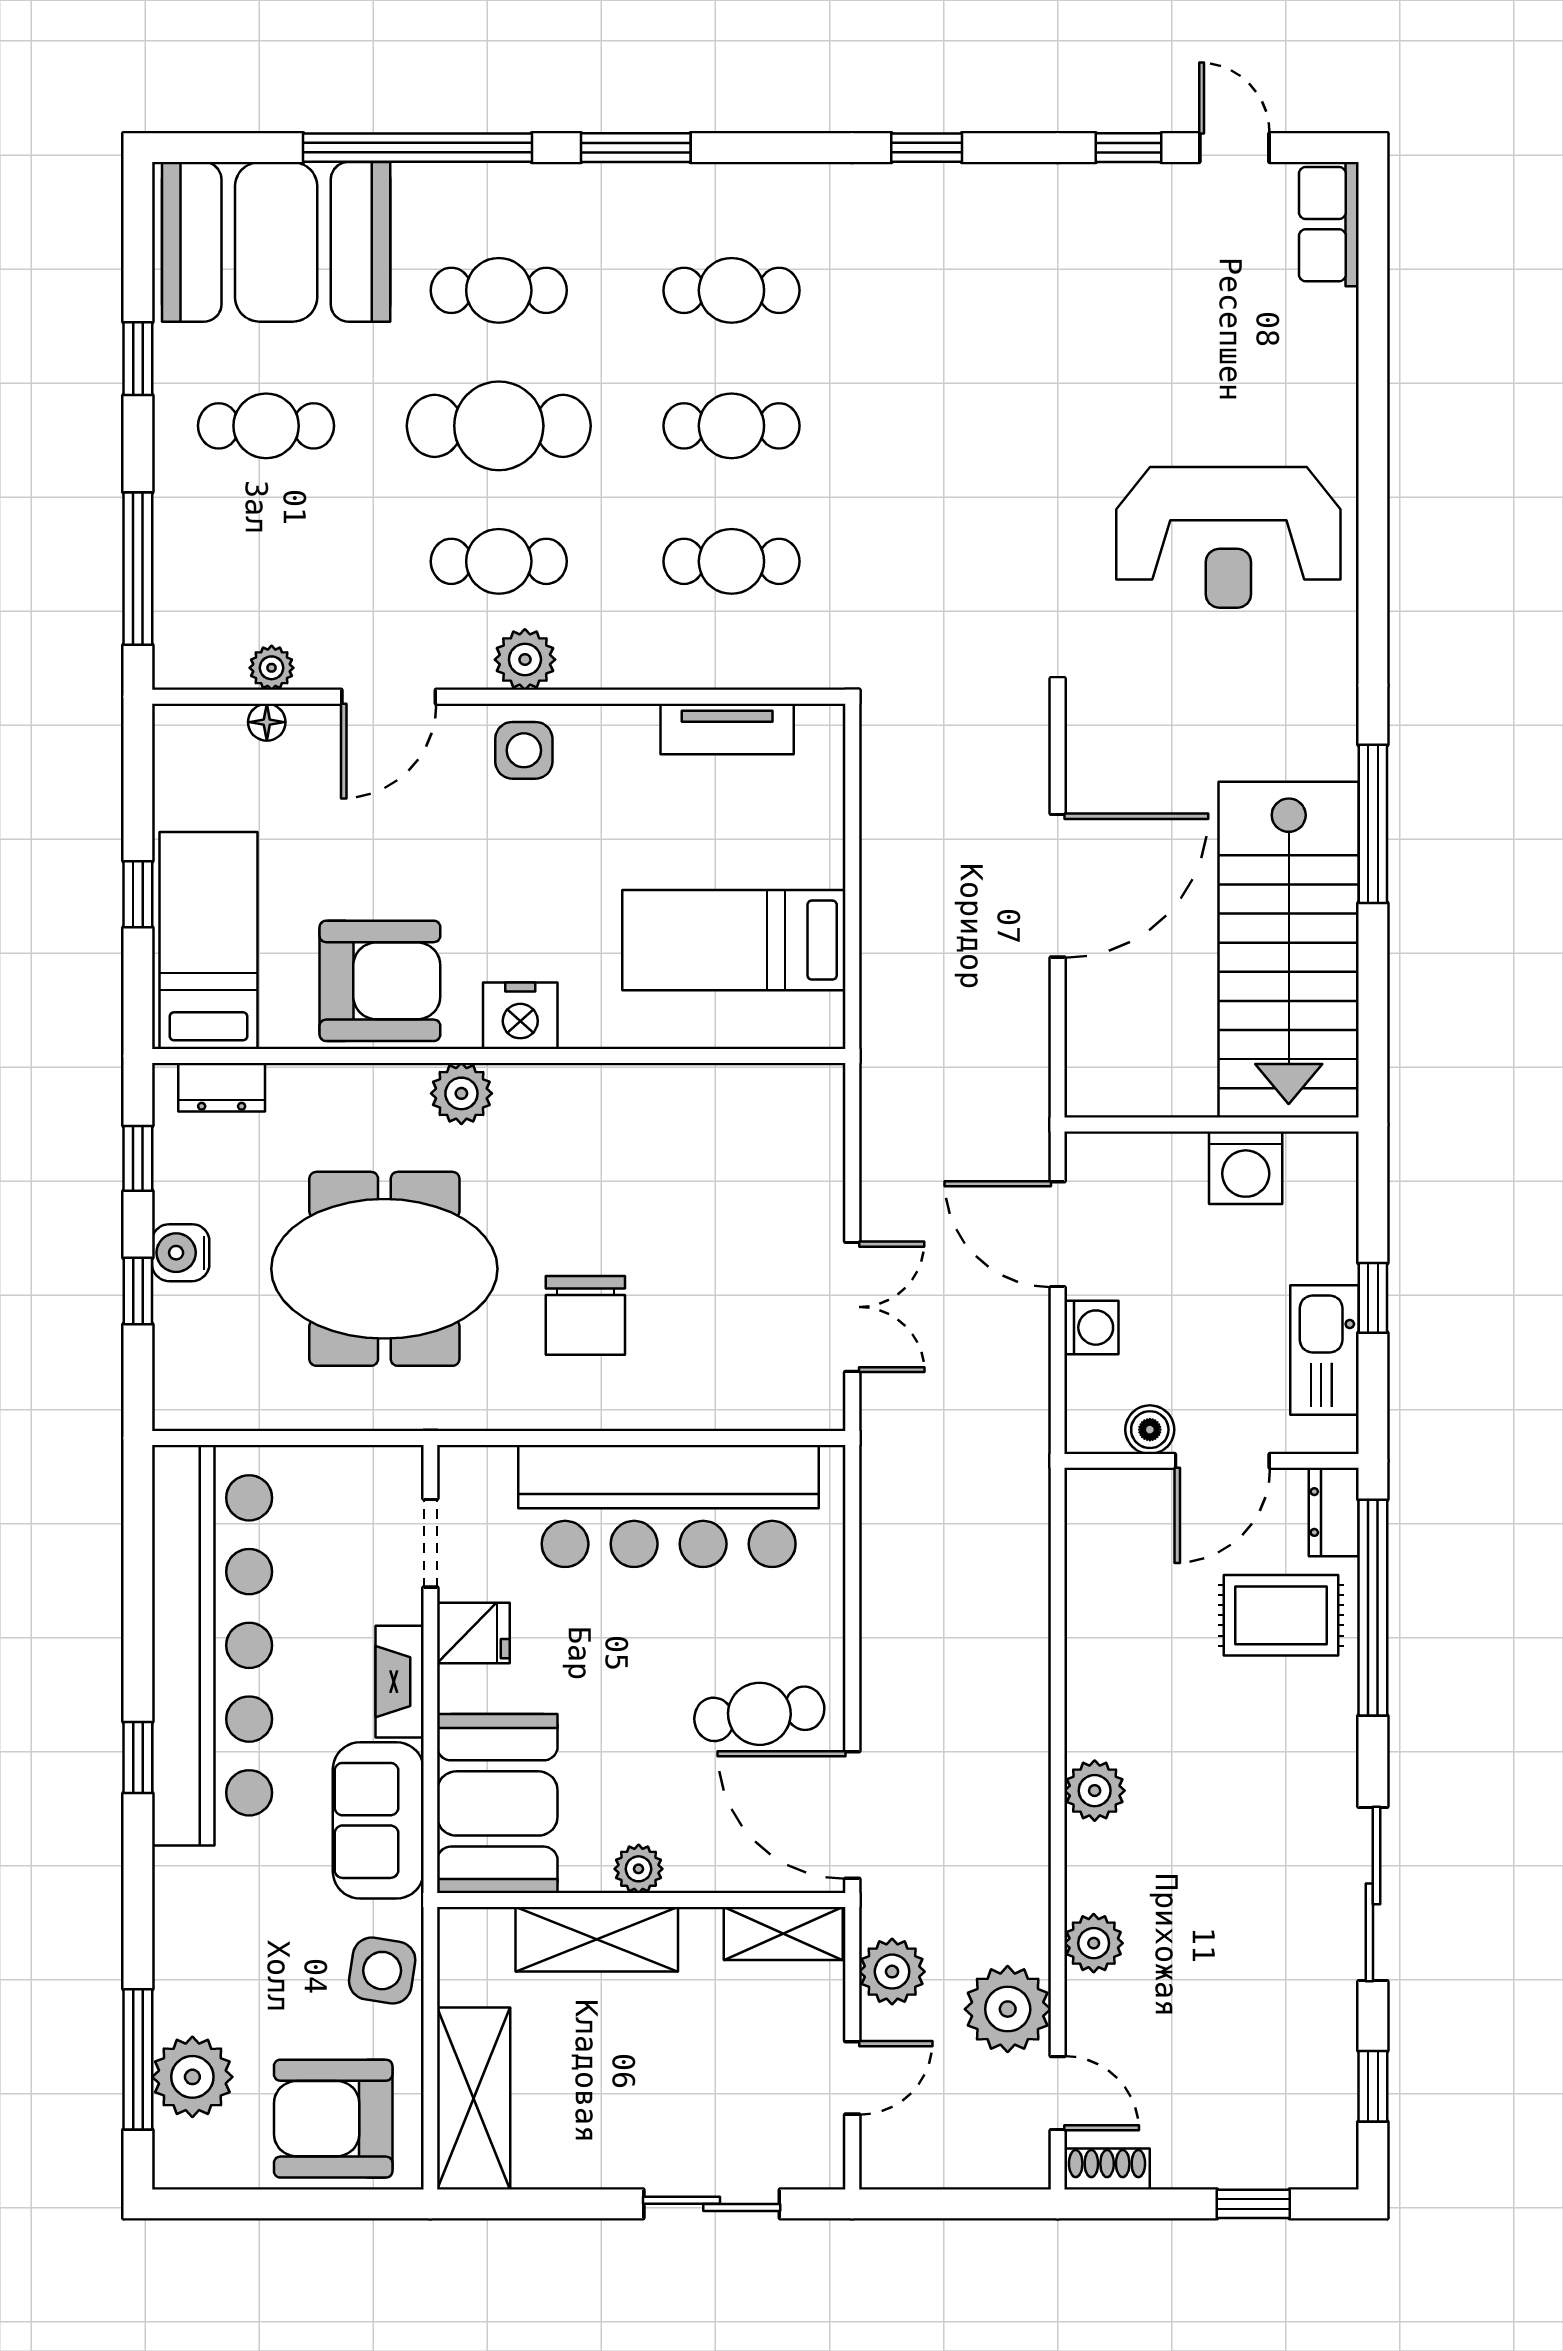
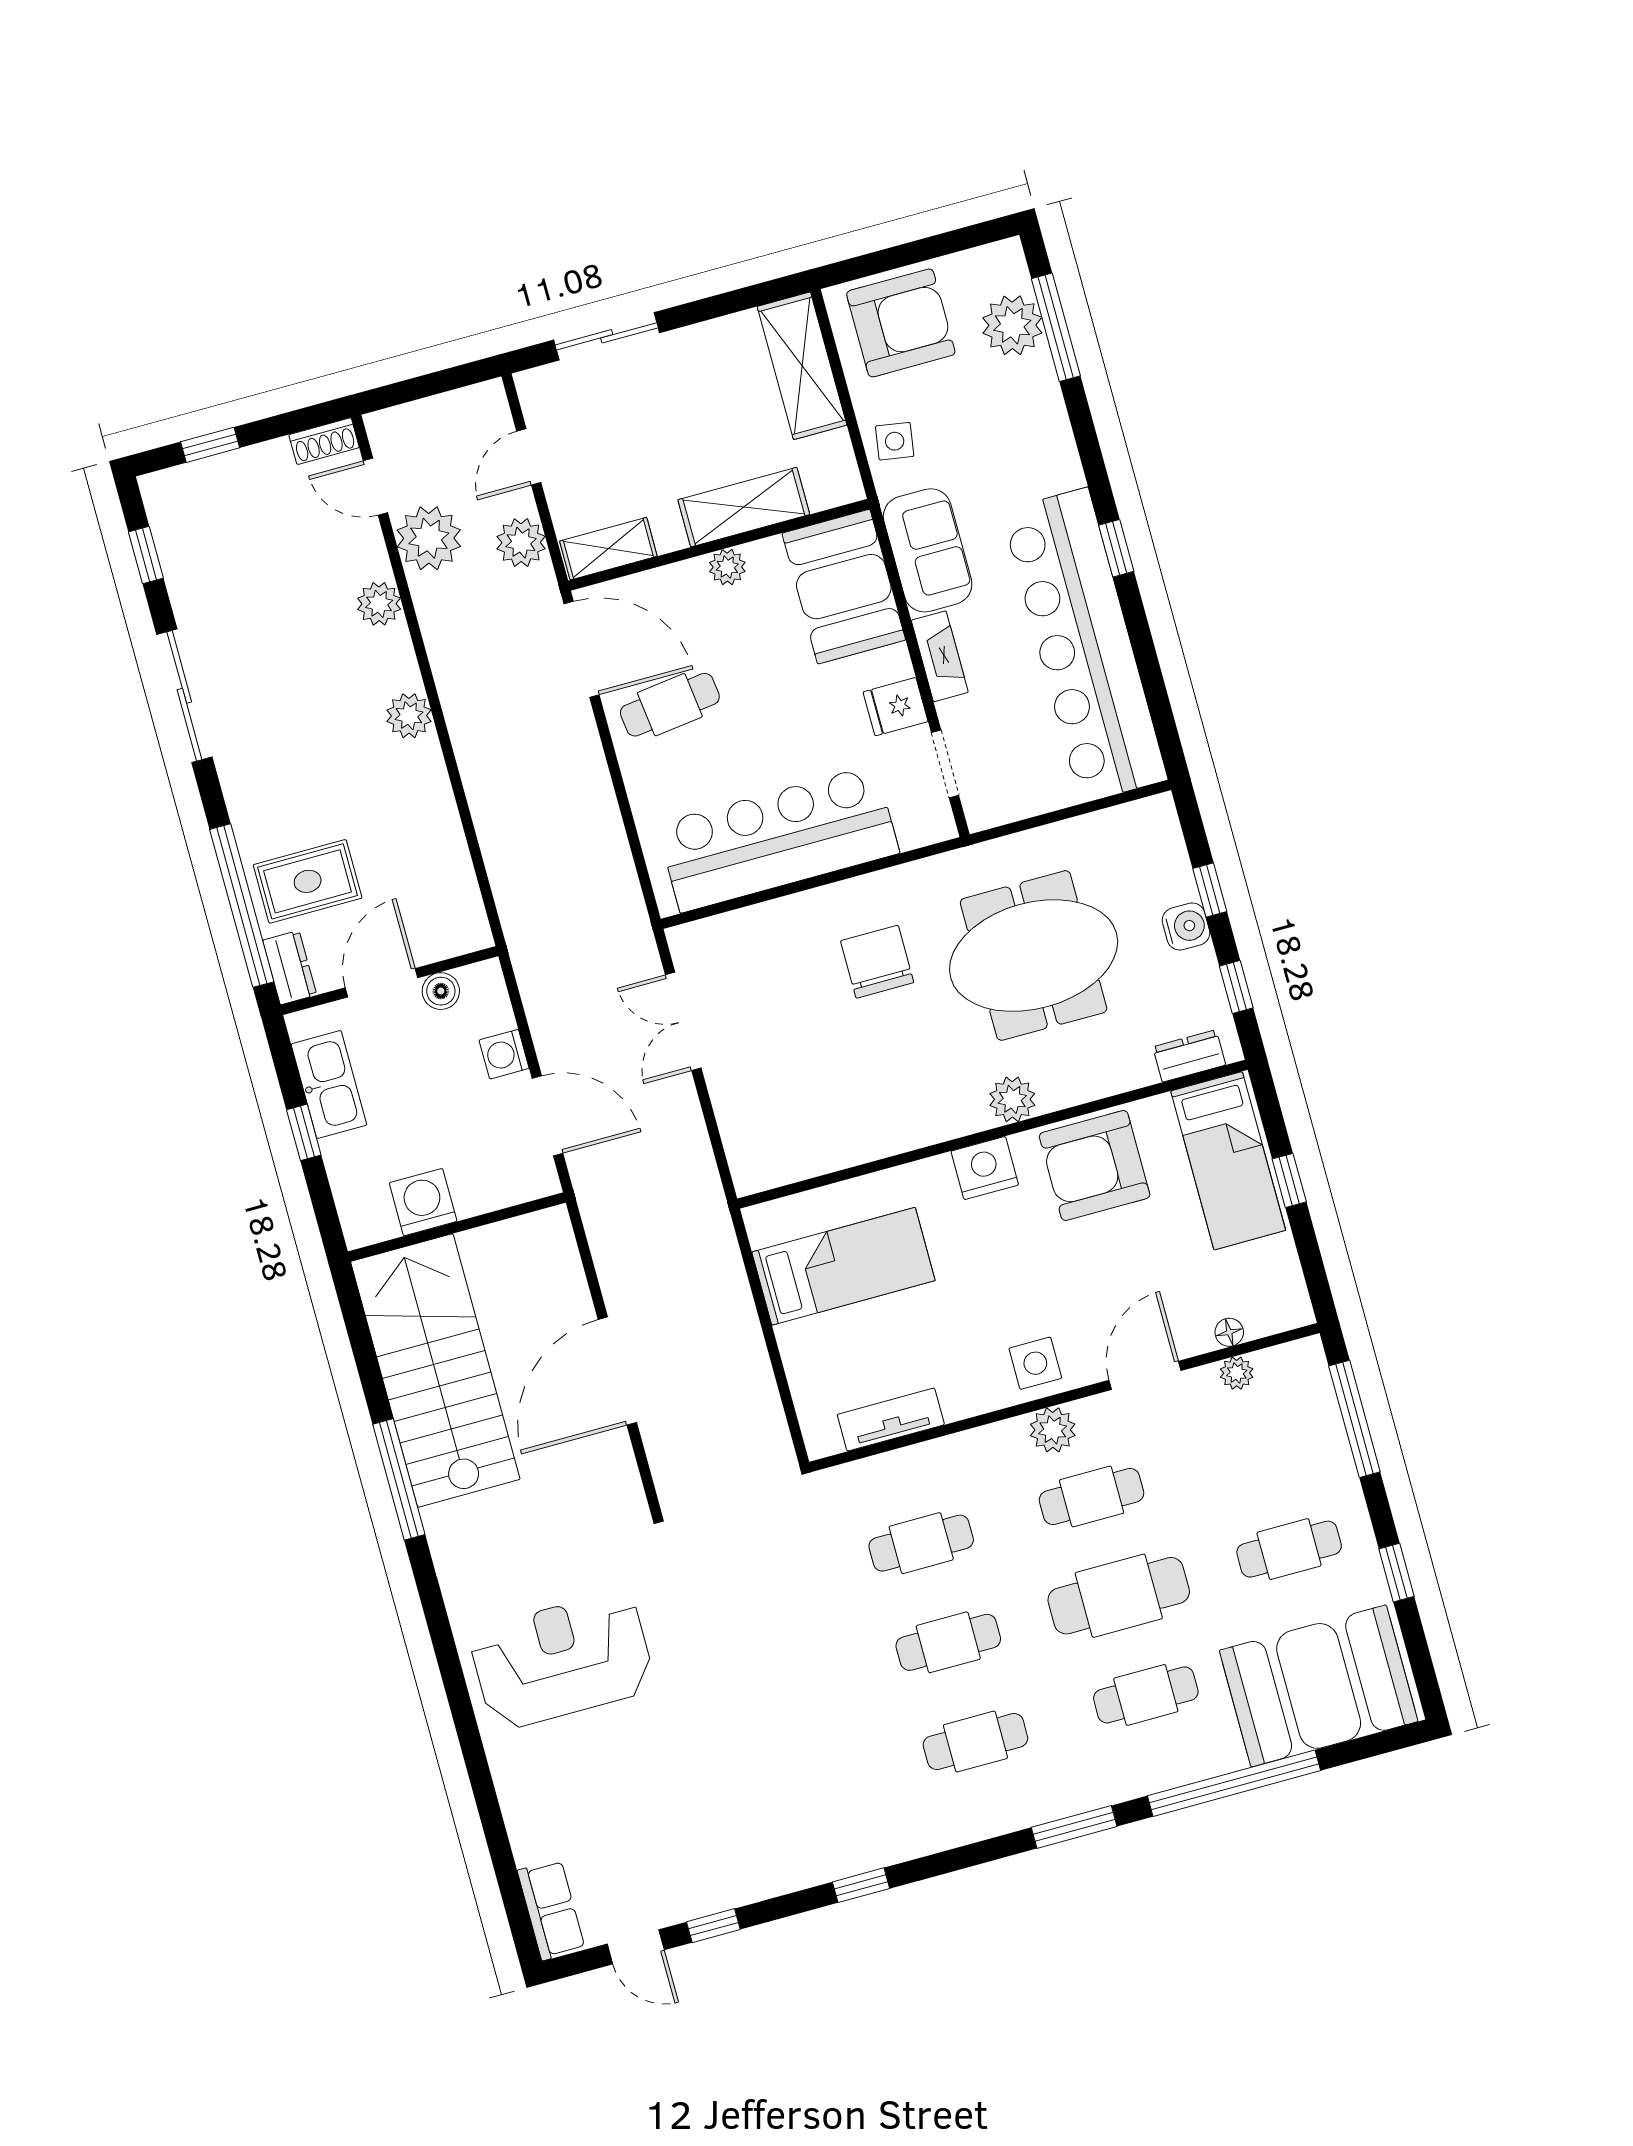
side table: (382, 1971) -> (895, 441), width x0.73, depth x0.73

